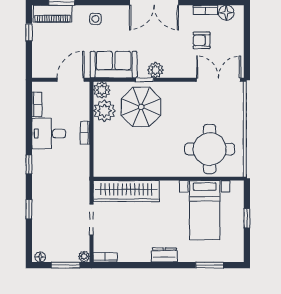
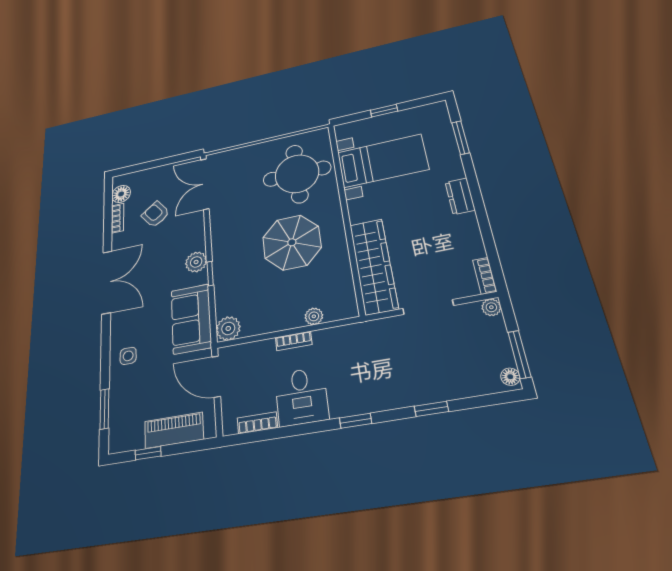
piano: (53, 14) -> (174, 430), moved, turned -90
armchair: (202, 40) -> (155, 214), turned 142
parasol: (141, 107) -> (292, 242), moved
plant: (104, 111) -> (314, 316), moved, width x0.53, depth x0.53
window: (65, 265) -> (519, 354), moved

